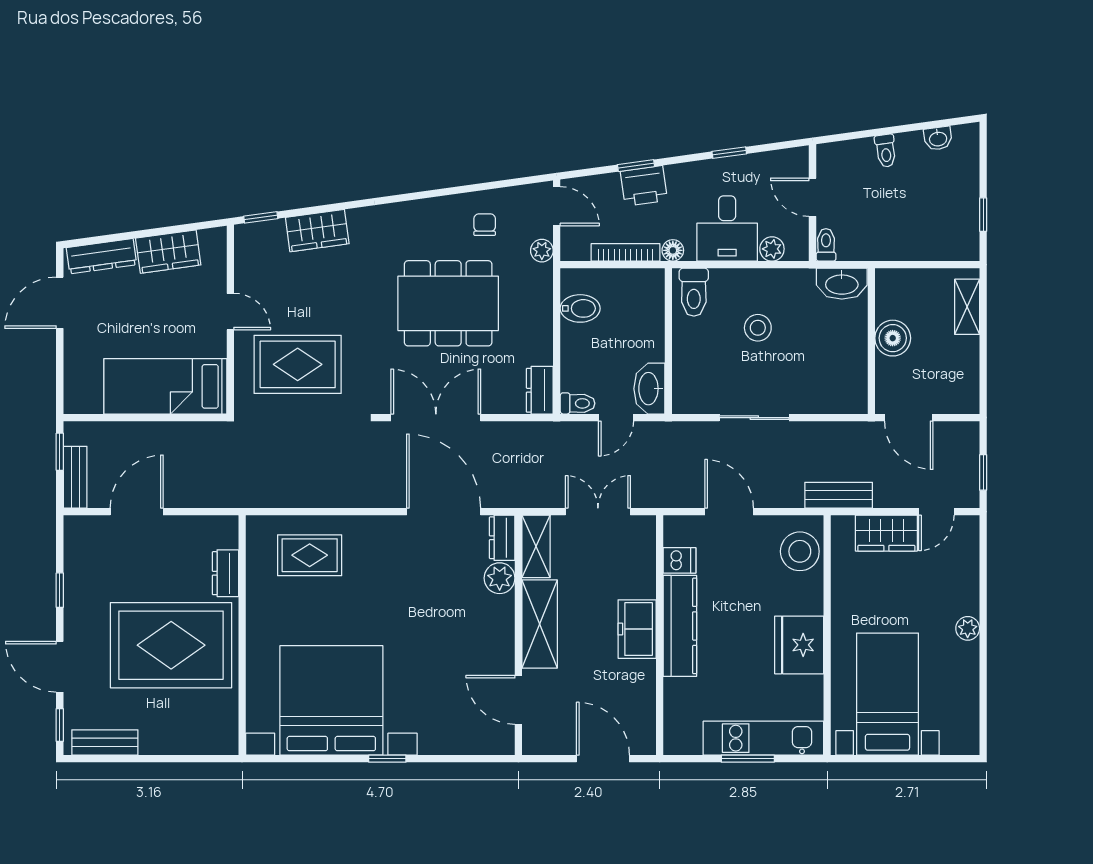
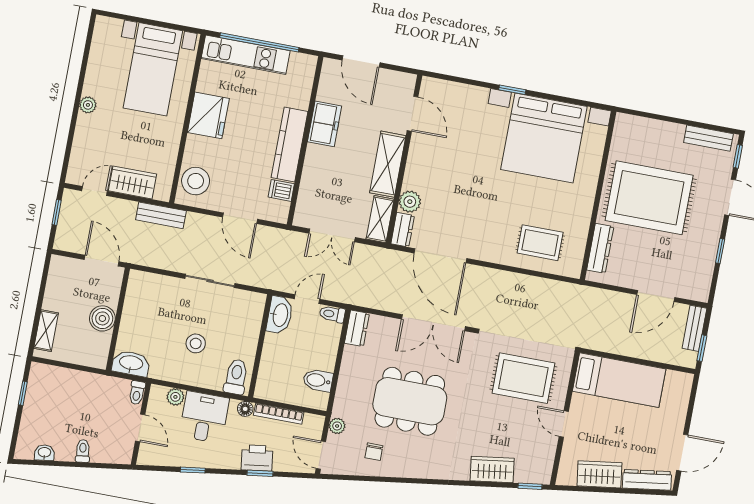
dresser: (225, 573) -> (600, 248), width x1.44
freezer: (637, 629) -> (325, 124), moved
window: (748, 759) -> (259, 42), width x2.11

